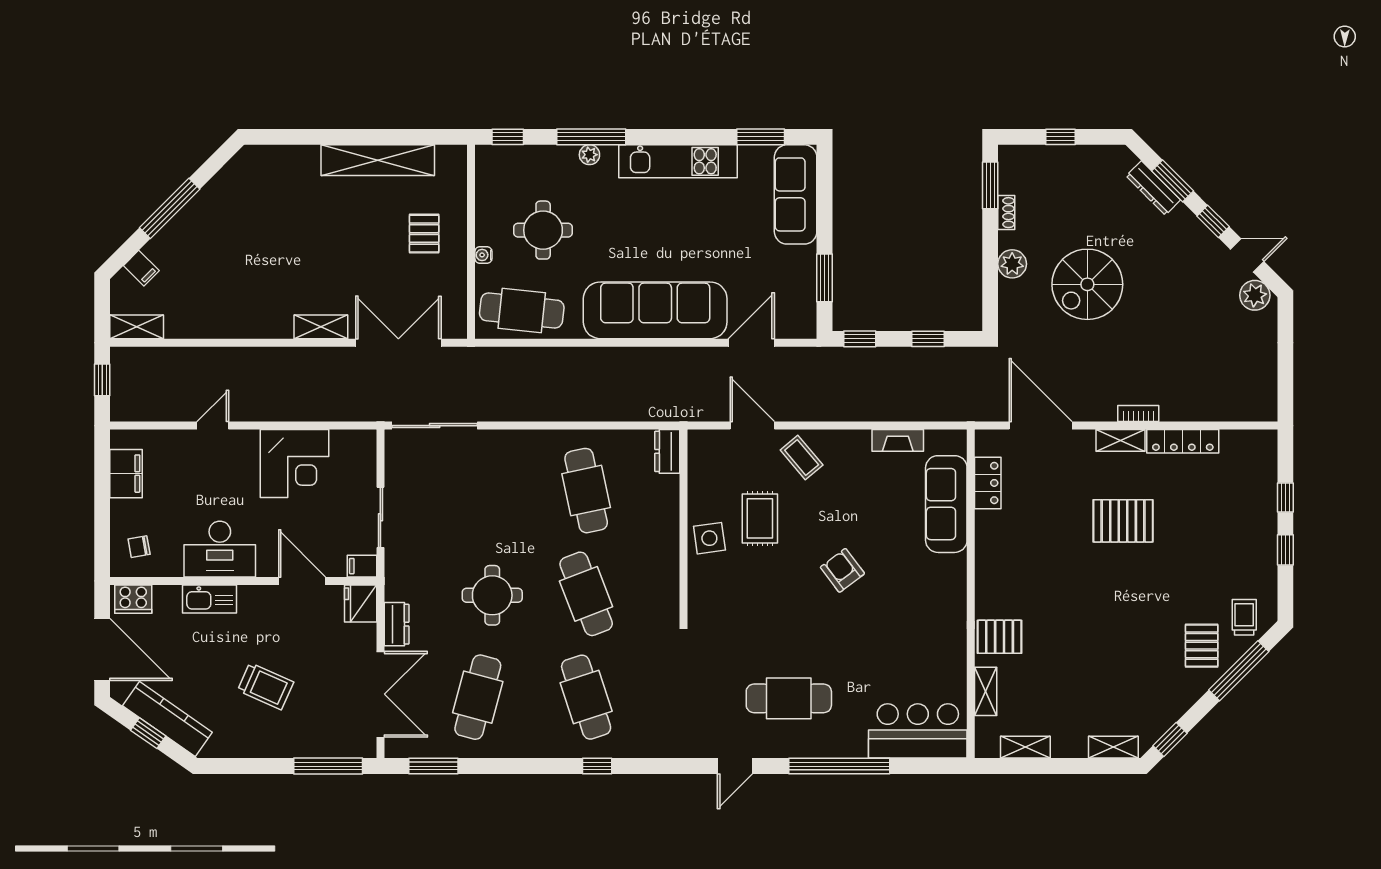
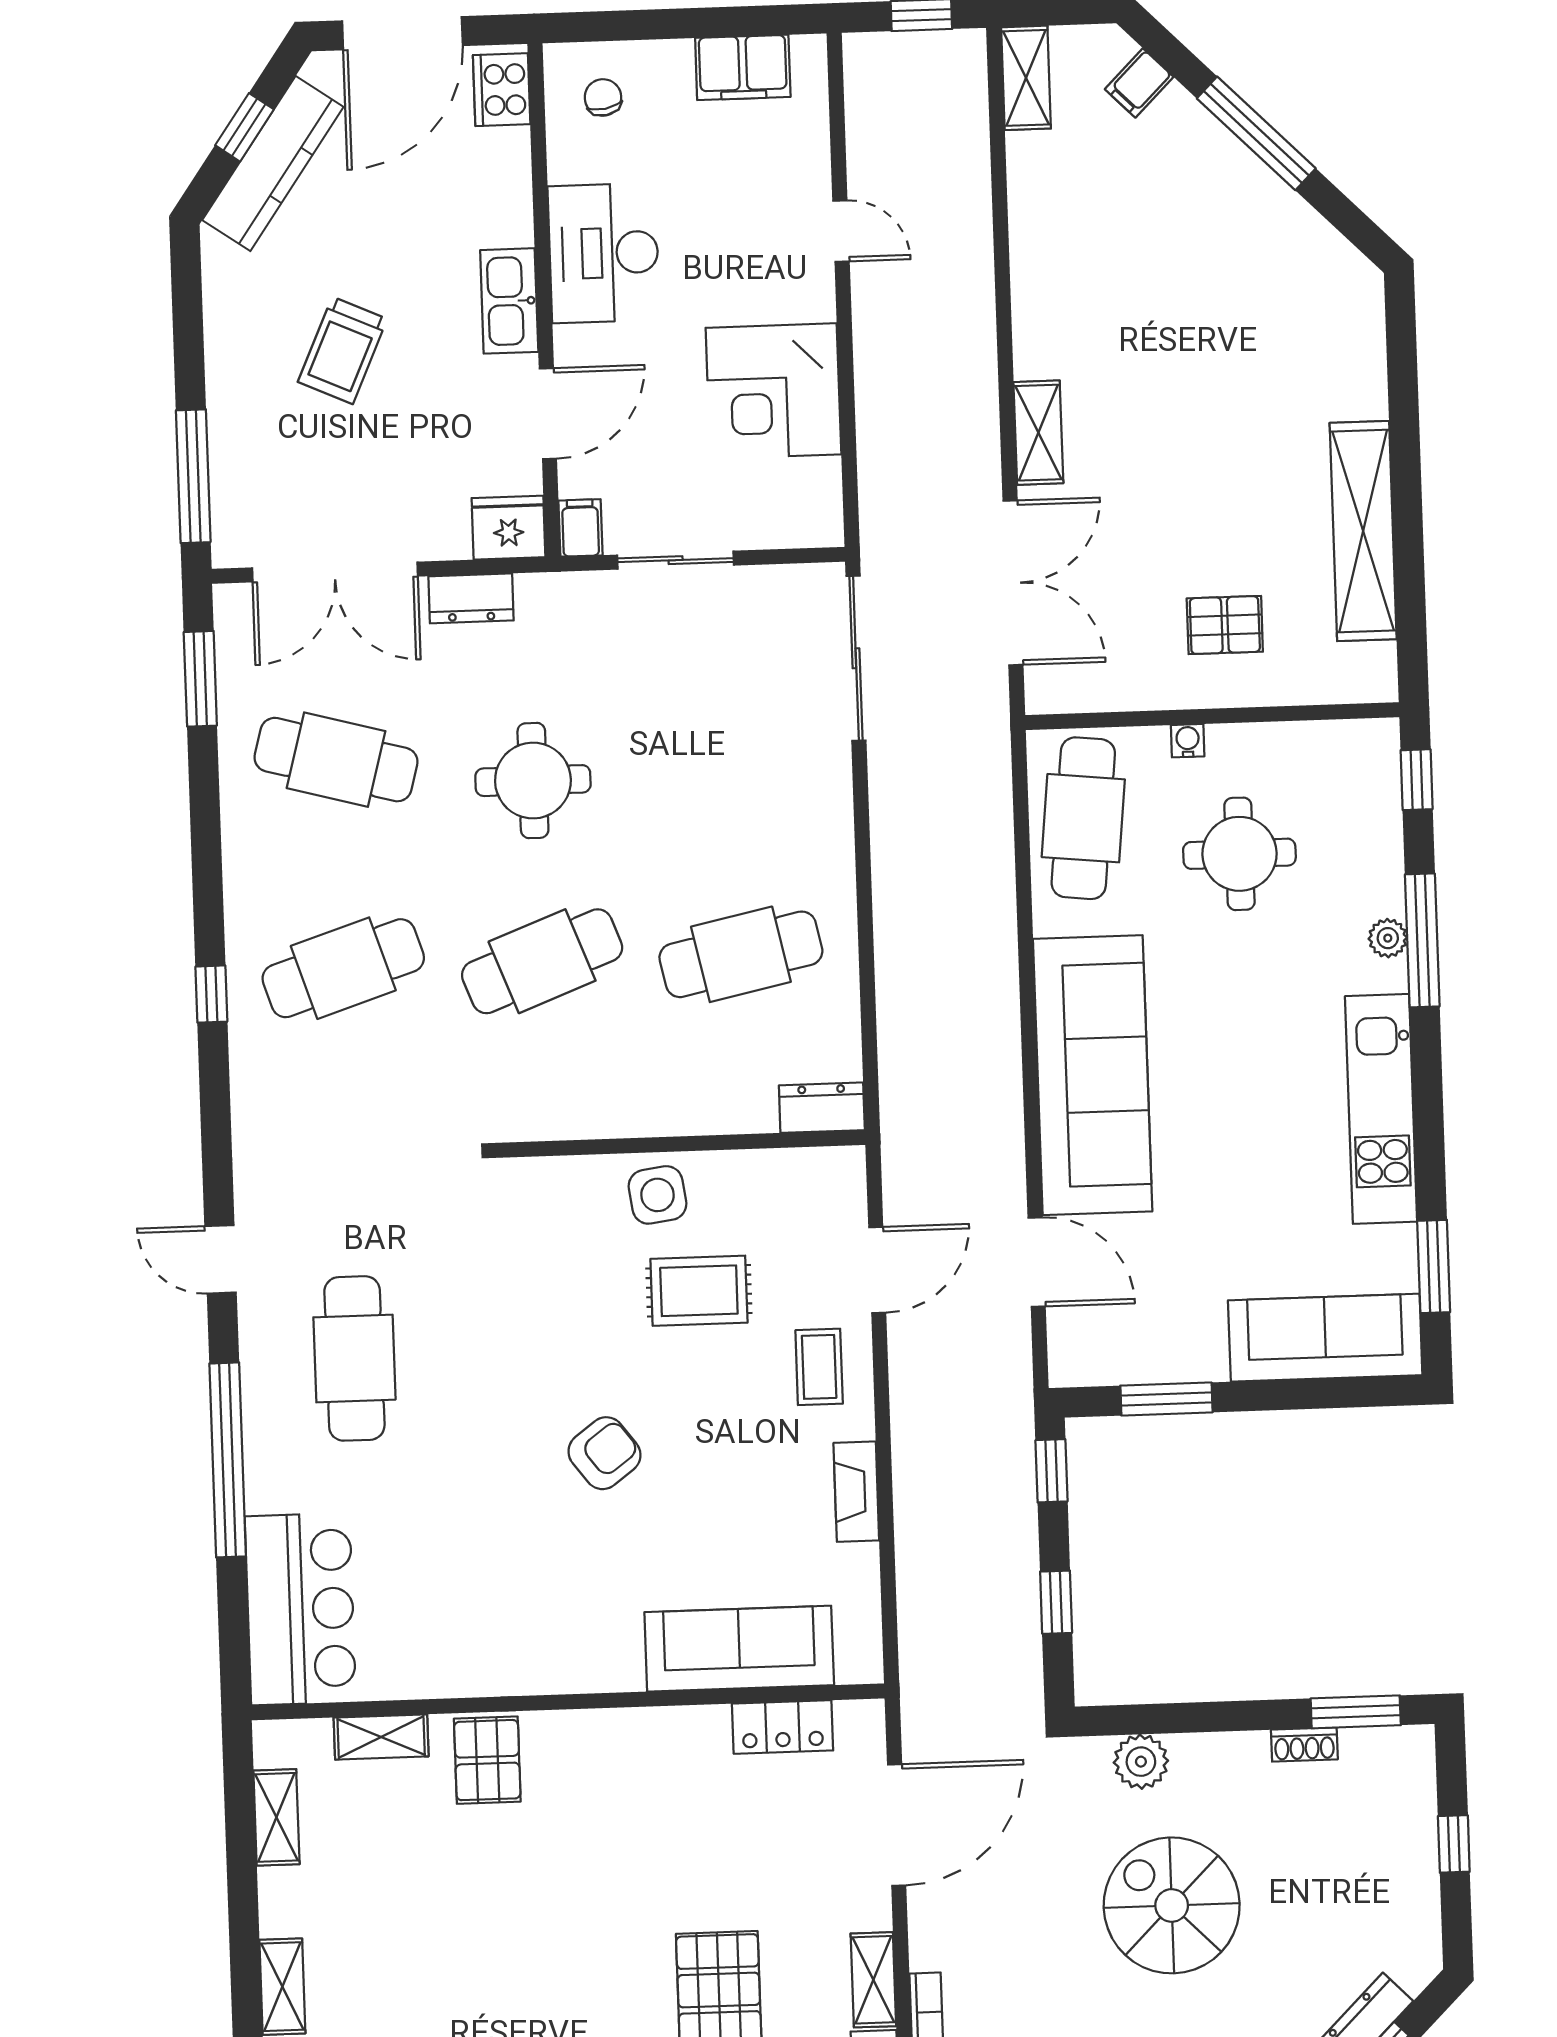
plant: (1012, 264) -> (1141, 1762), moved
fireplace: (898, 440) -> (856, 1492), moved
coffee table: (802, 457) -> (819, 1367), turned -50
kitchen sink: (210, 599) -> (509, 301), moved

